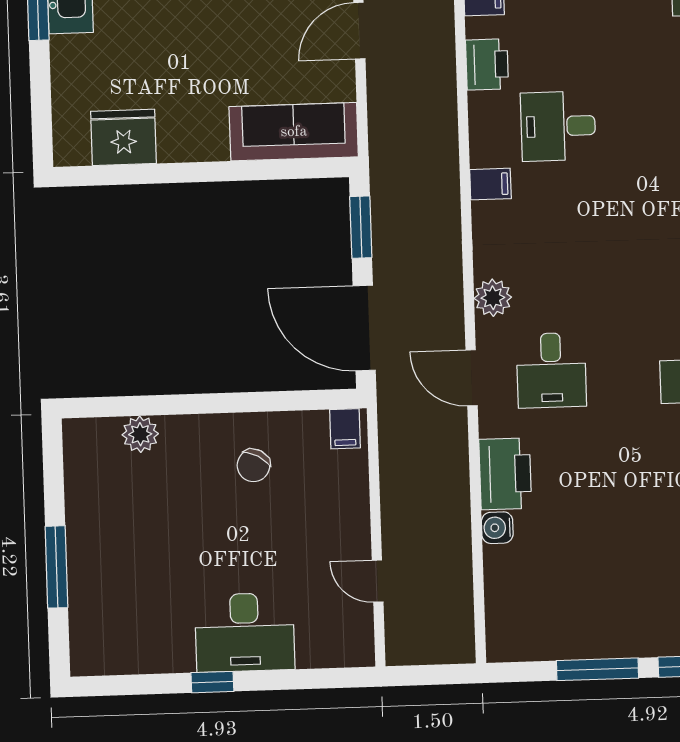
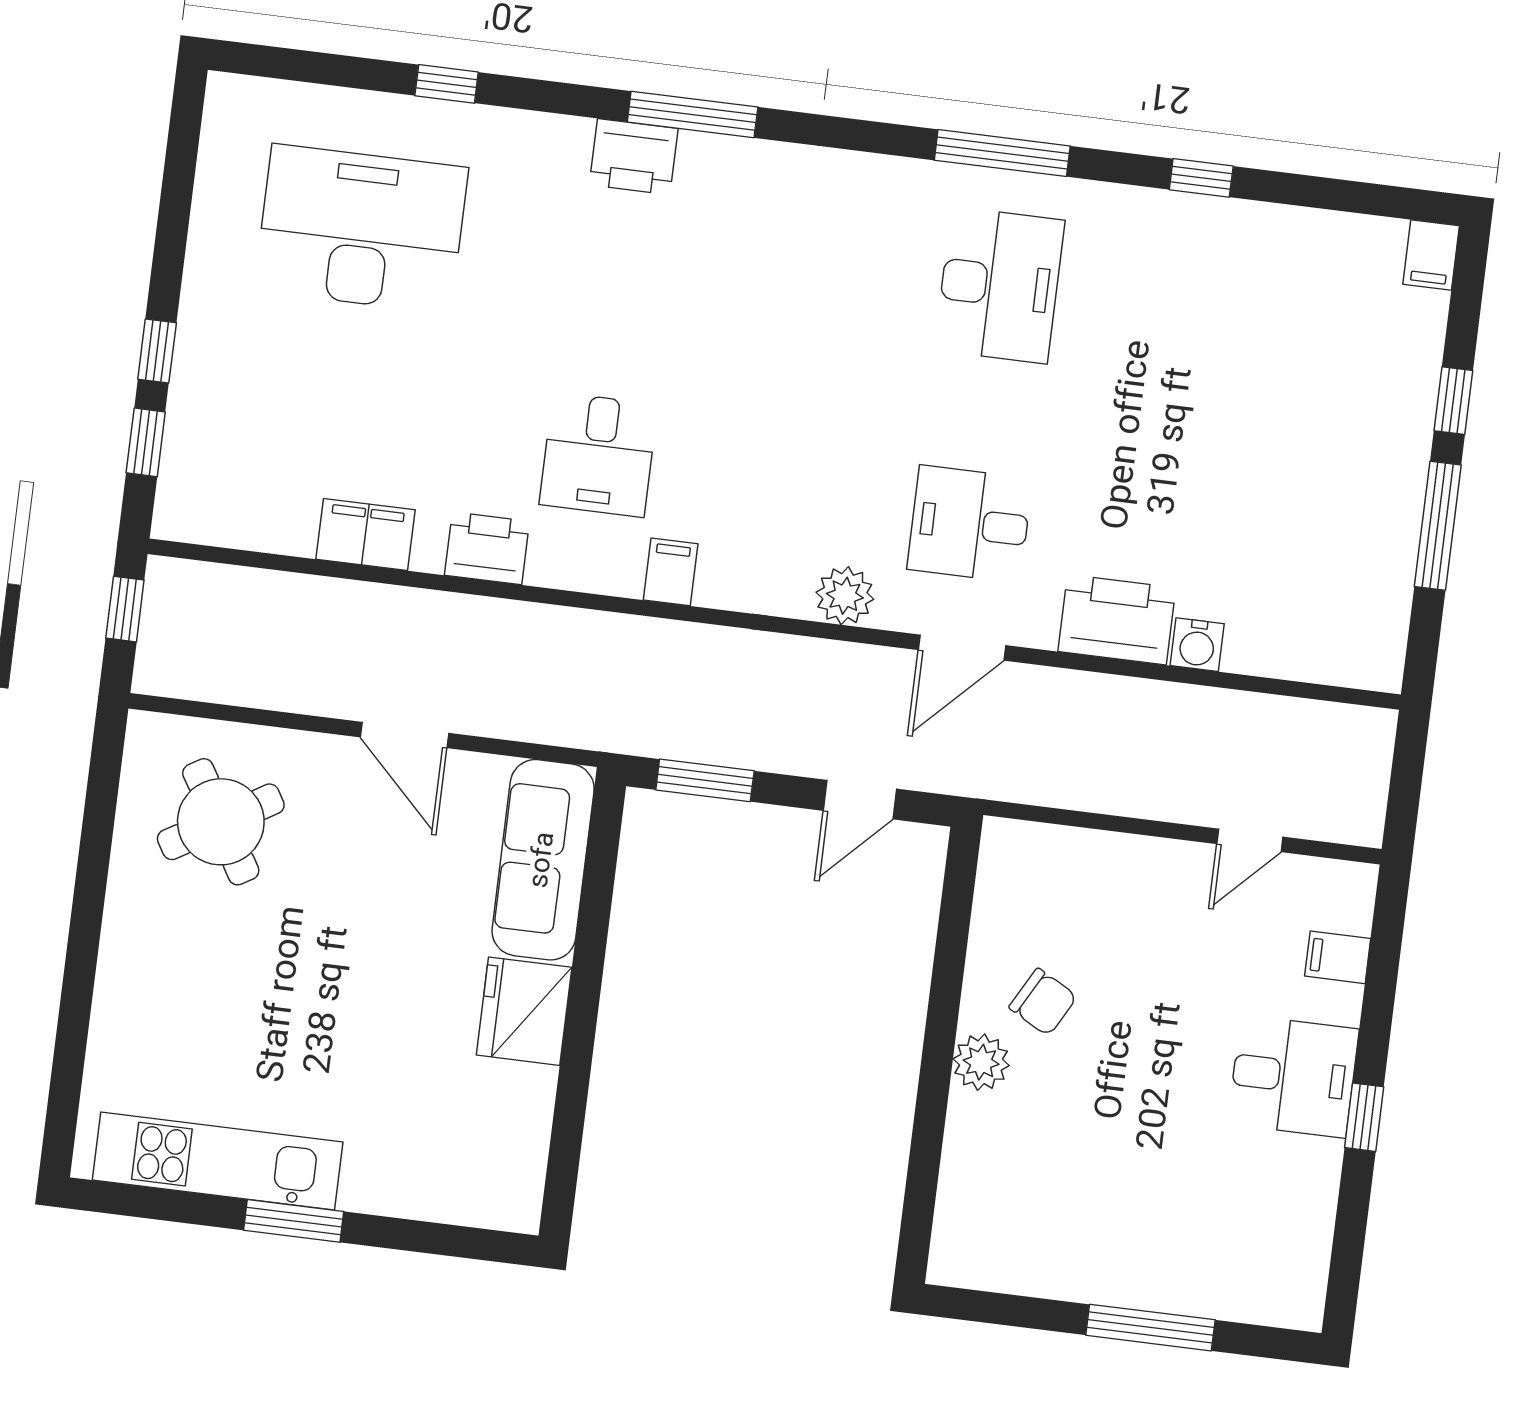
fridge: (124, 137) -> (524, 1011), moved
door: (364, 328) -> (860, 800), width x0.53
desk: (551, 370) -> (970, 524), turned 180
filing cabinet: (345, 429) -> (1338, 957), moved, turned 180
plant: (140, 434) -> (981, 1062), moved
desk: (245, 632) -> (1293, 1076), width x0.73

